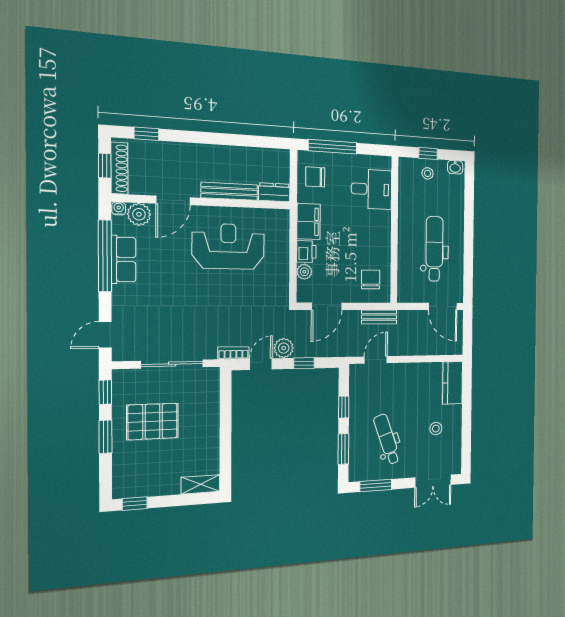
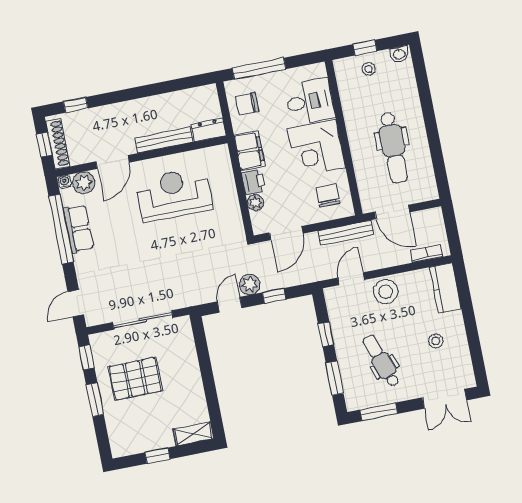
corner desk: (369, 234) -> (317, 148), added
dental chair: (434, 249) -> (393, 147), turned 180
door: (443, 307) -> (392, 212), moved
bench: (379, 317) -> (346, 233), width x1.36
bookcase: (233, 353) -> (427, 254), moved
stool: (403, 377) -> (386, 292), added
window: (135, 503) -> (158, 456), moved

